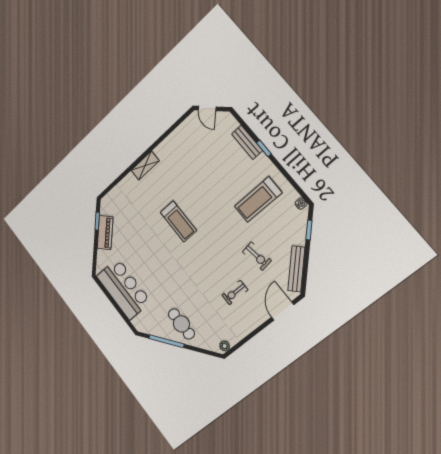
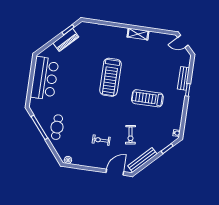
door: (207, 108) -> (183, 41), hinge flipped
shelving: (145, 166) -> (138, 34), moved
treadmill: (258, 200) -> (147, 98), moved
treadmill: (178, 221) -> (110, 77), width x1.37, depth x1.38

